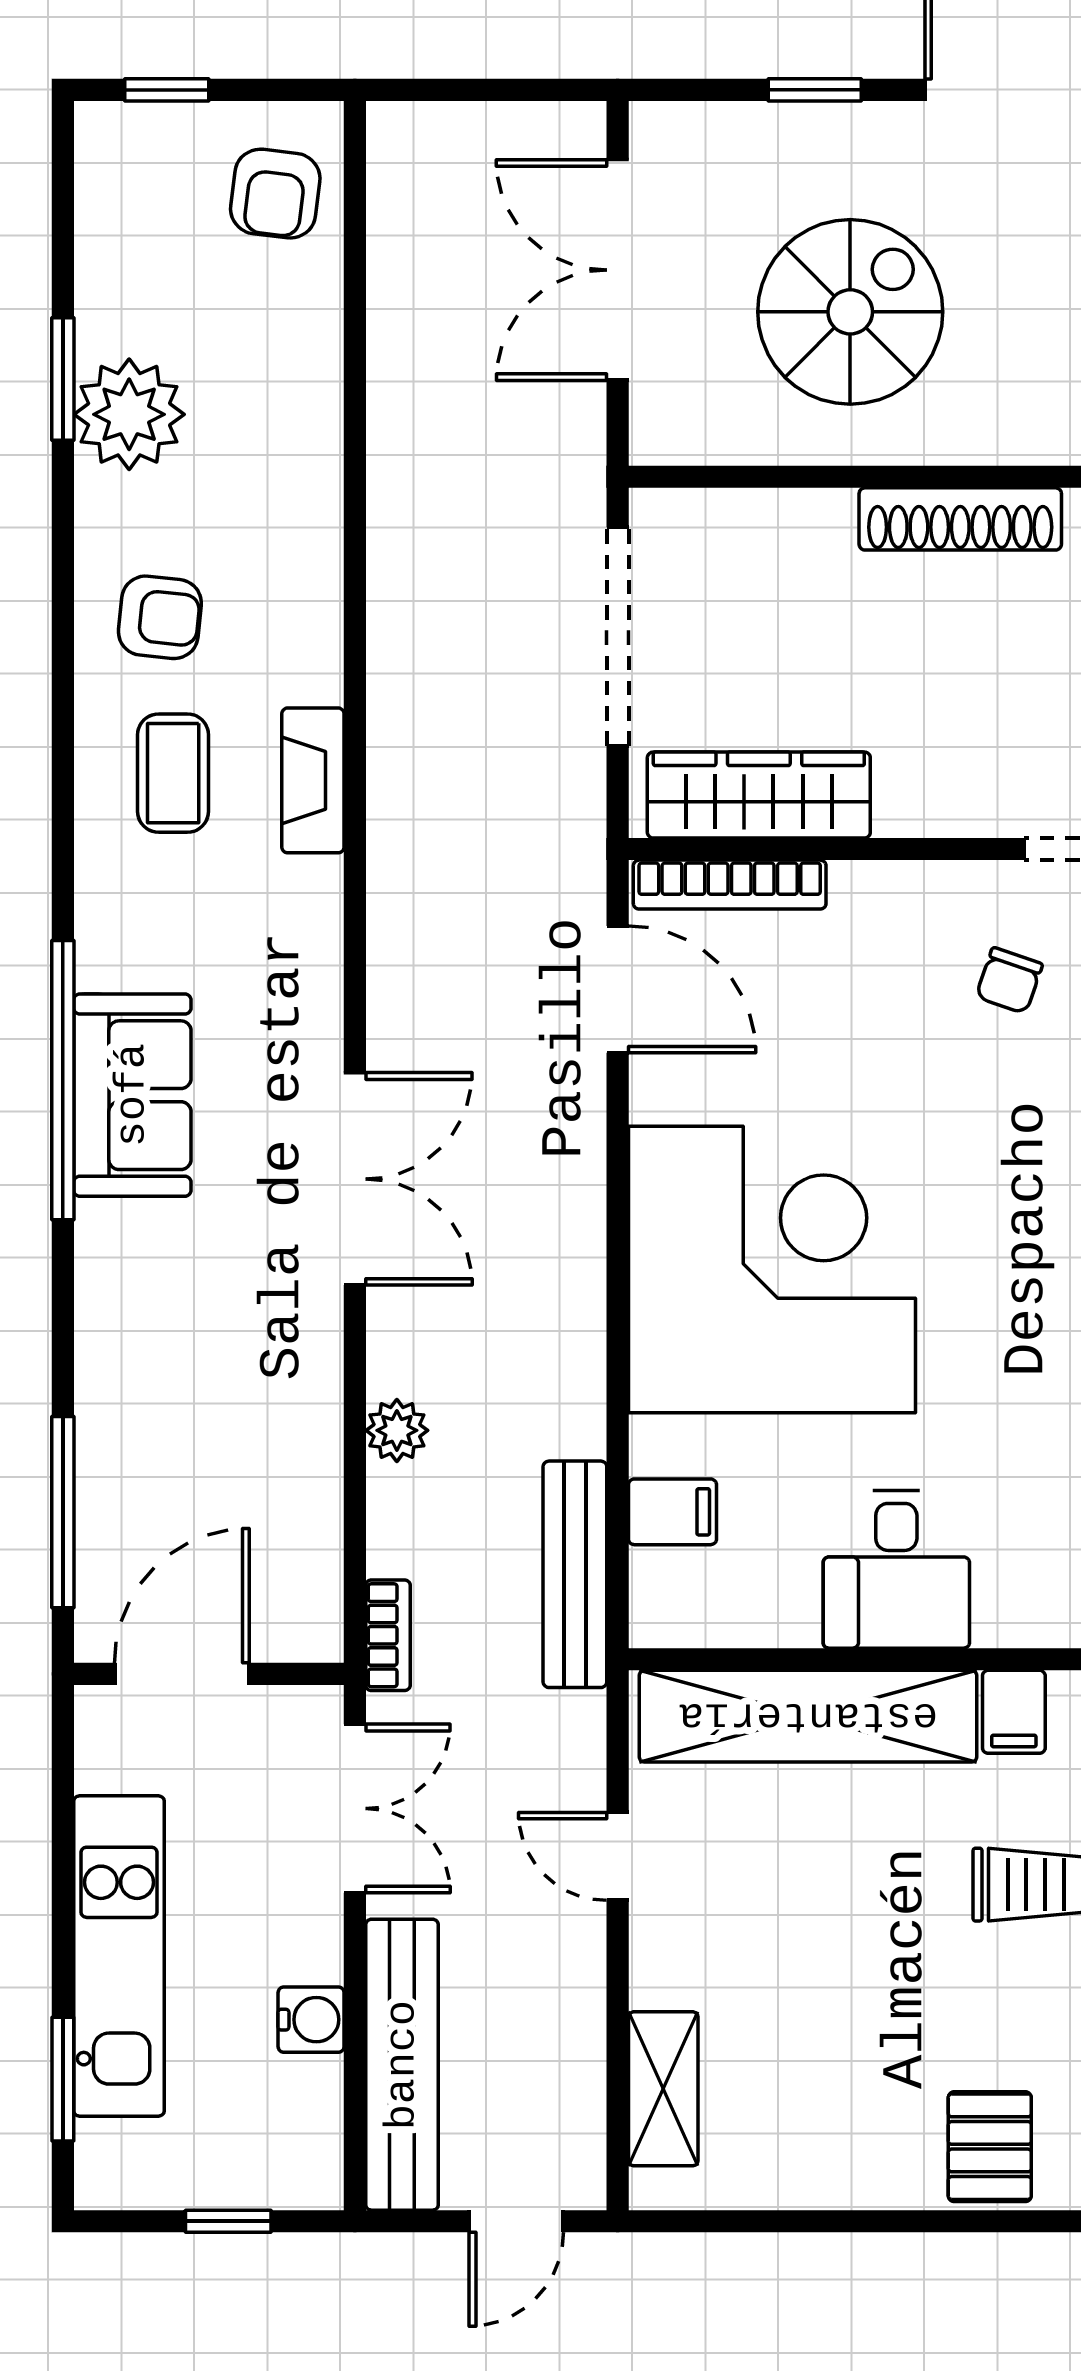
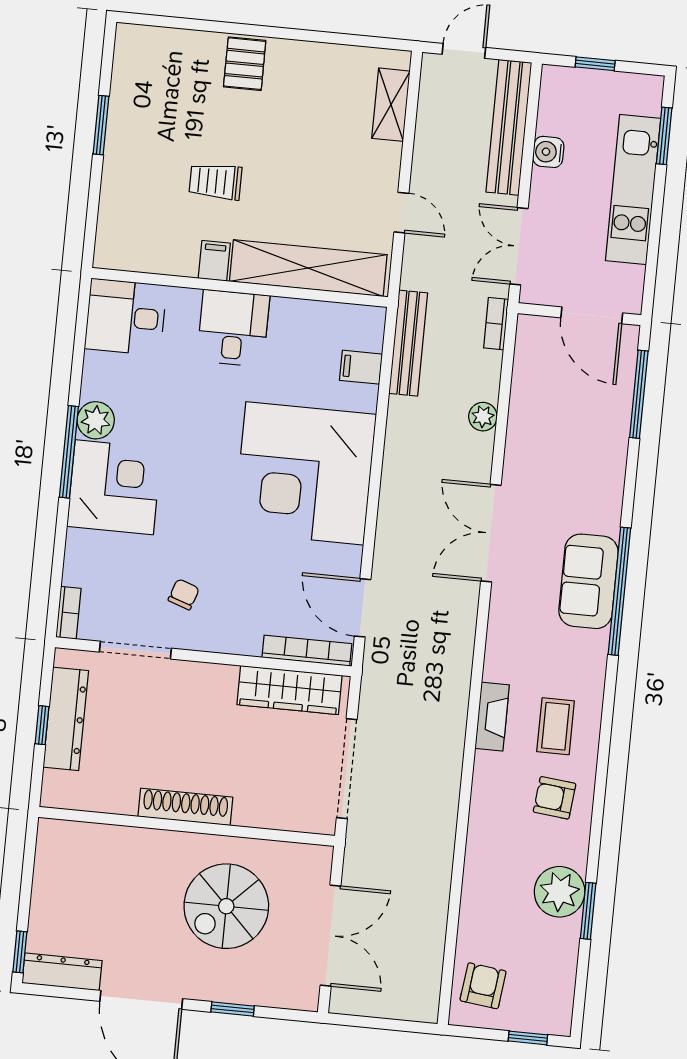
desk: (896, 1569) -> (233, 328), moved
door: (182, 1674) -> (592, 315), hinge flipped

